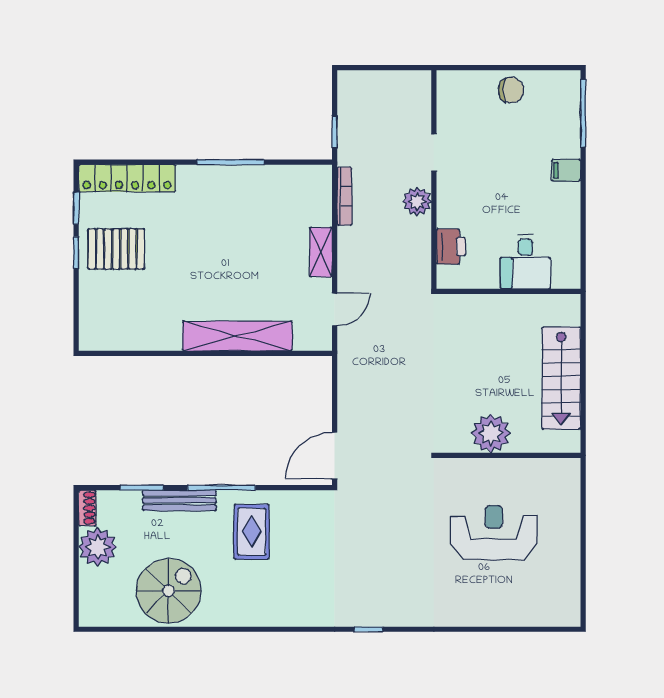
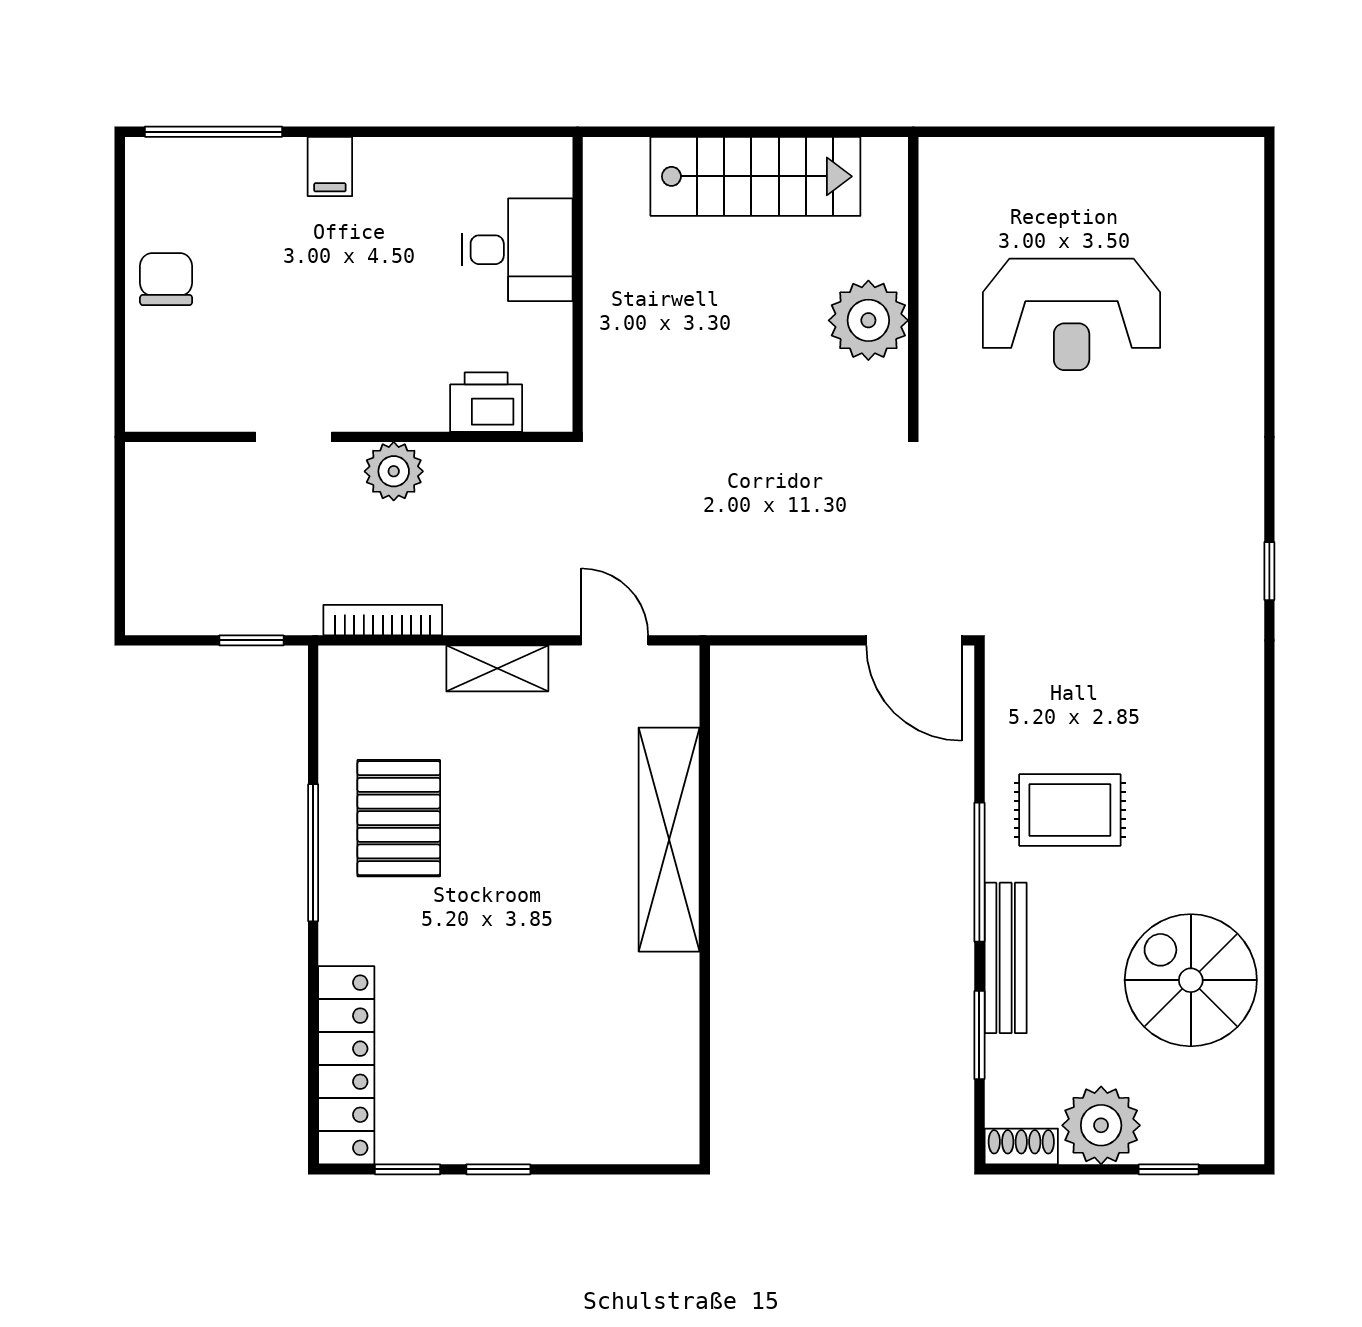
pallet: (116, 249) -> (399, 818), moved
reception desk: (494, 533) -> (1072, 314), turned -90
window: (76, 580) -> (1169, 1169), added

